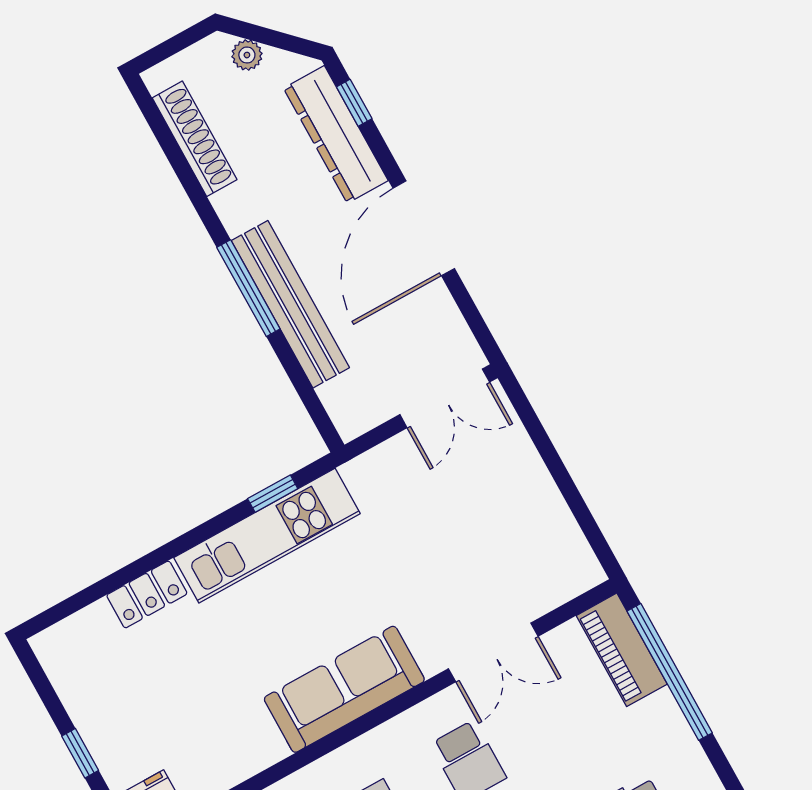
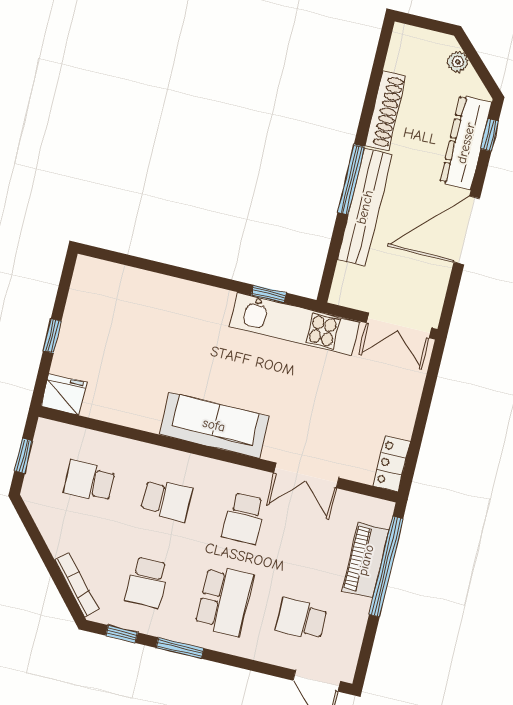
shoe rack: (195, 139) -> (385, 111), moved
kitchen unit: (267, 536) -> (295, 324), moved
locker: (147, 594) -> (392, 464), moved, turned 90
piano: (622, 650) -> (366, 560), moved

